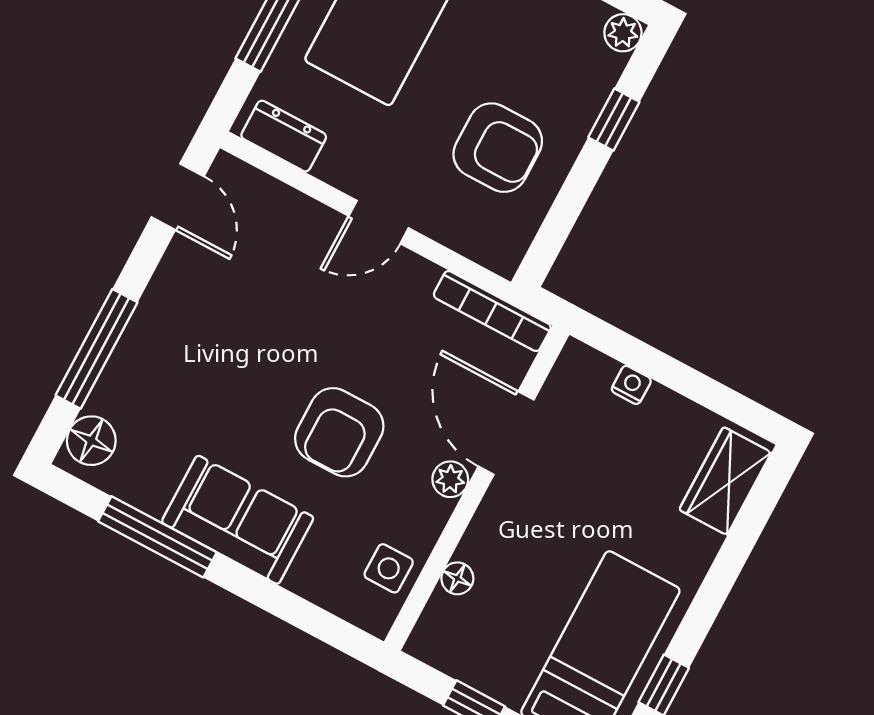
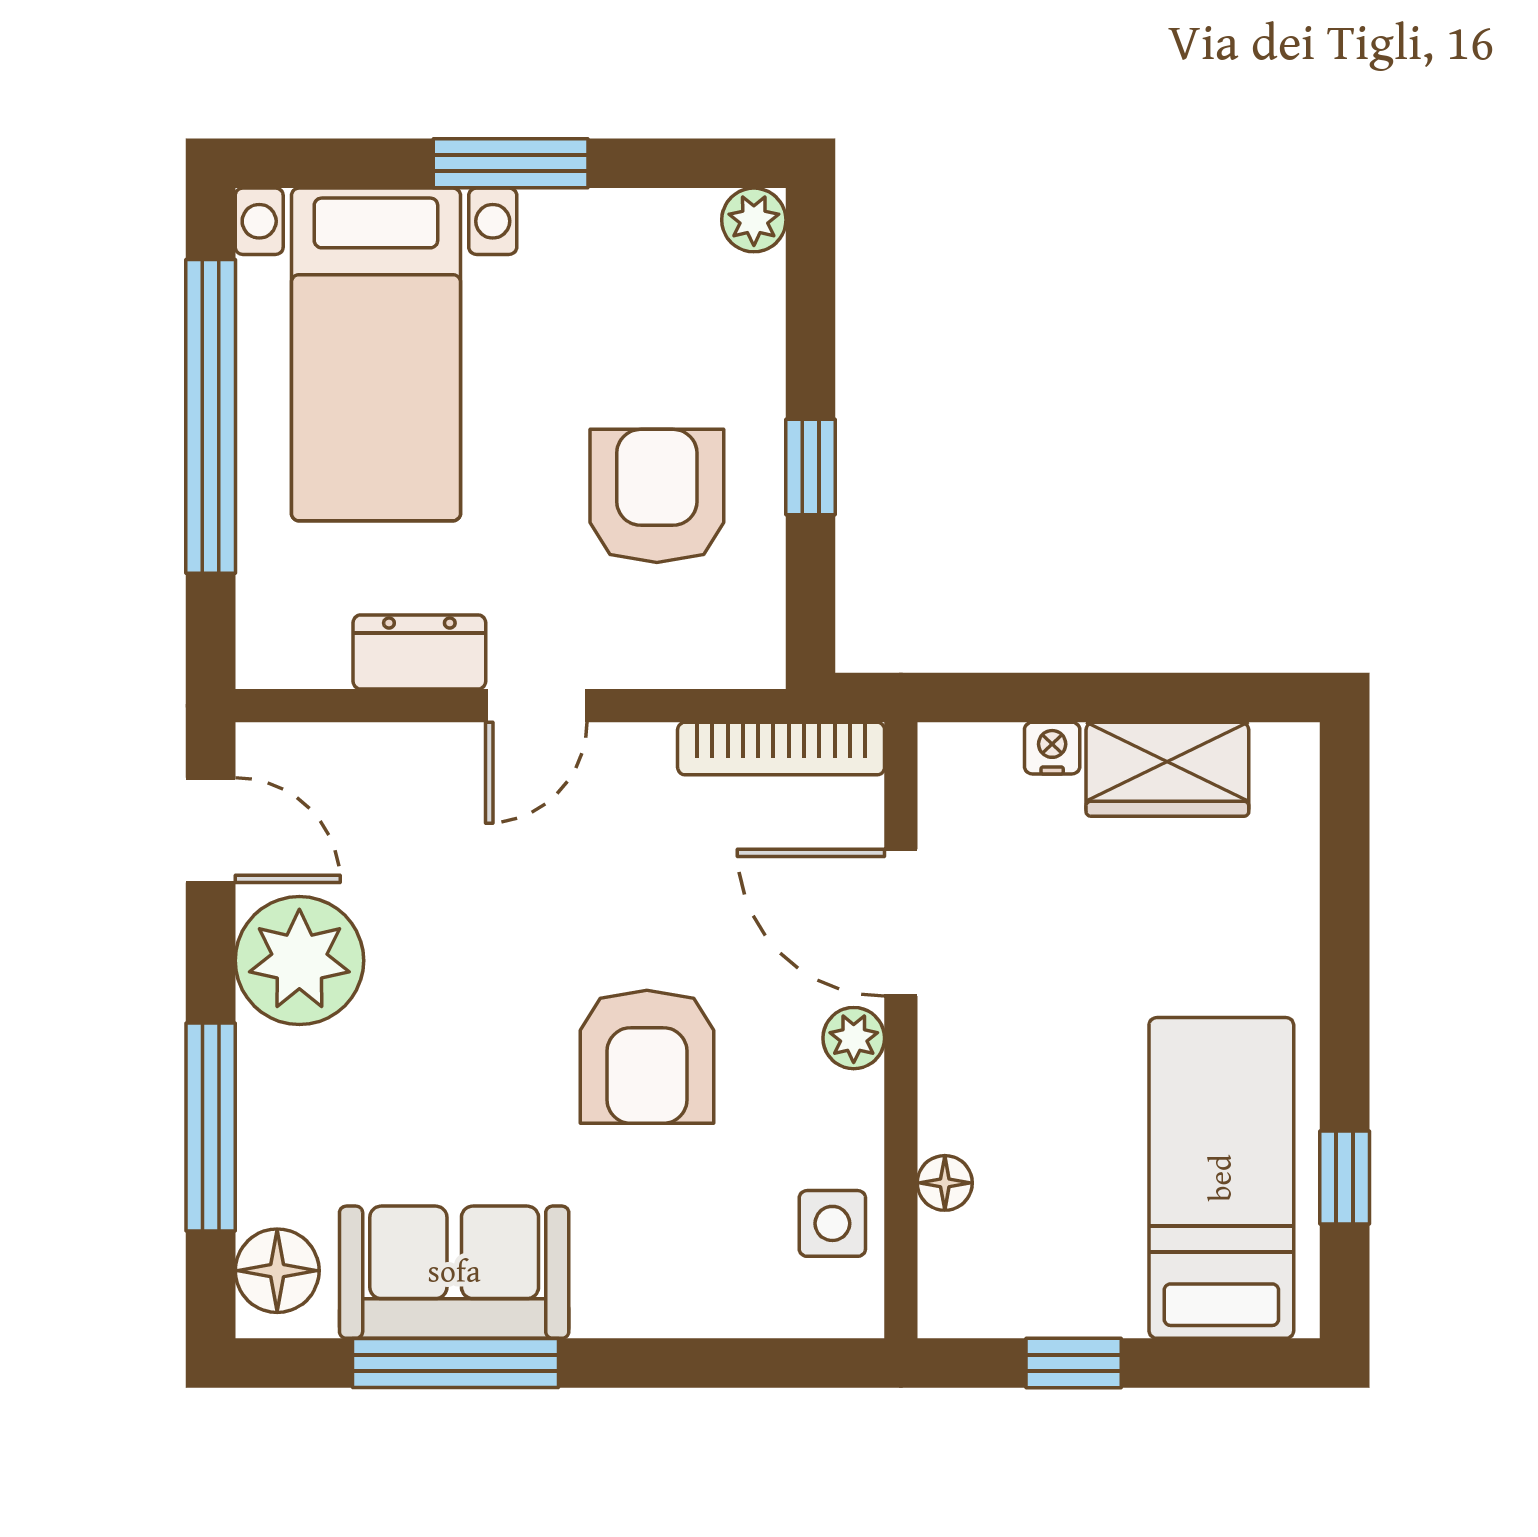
window: (614, 120) -> (810, 467), moved
dresser: (284, 136) -> (419, 652), moved
armchair: (498, 148) -> (657, 496), turned -90
plant: (188, 288) -> (299, 961), added
wardrobe: (725, 481) -> (1167, 769), moved, turned -90
sofa: (238, 520) -> (454, 1272), moved

